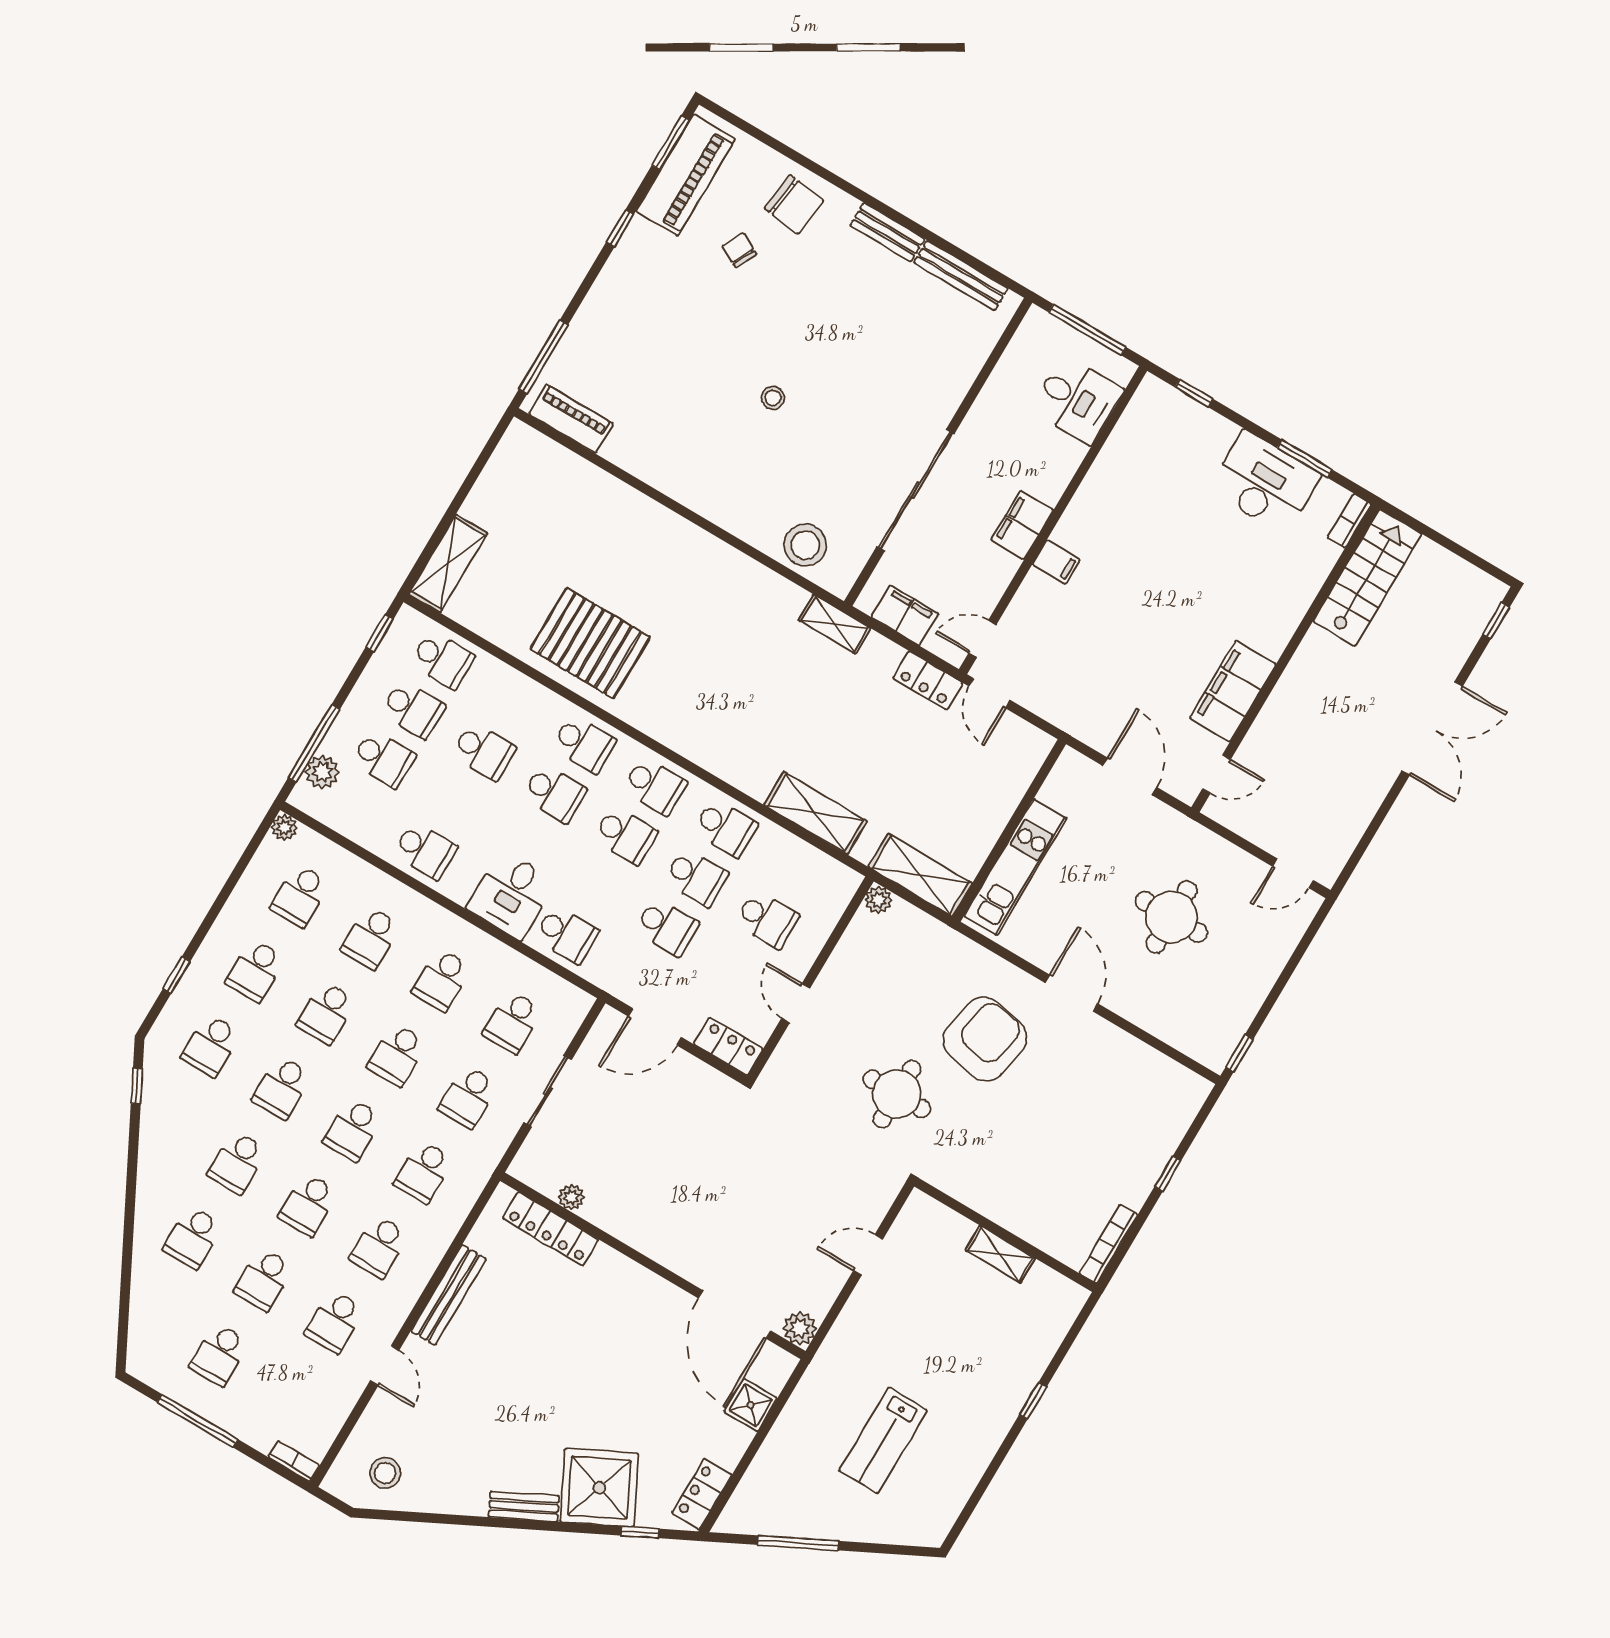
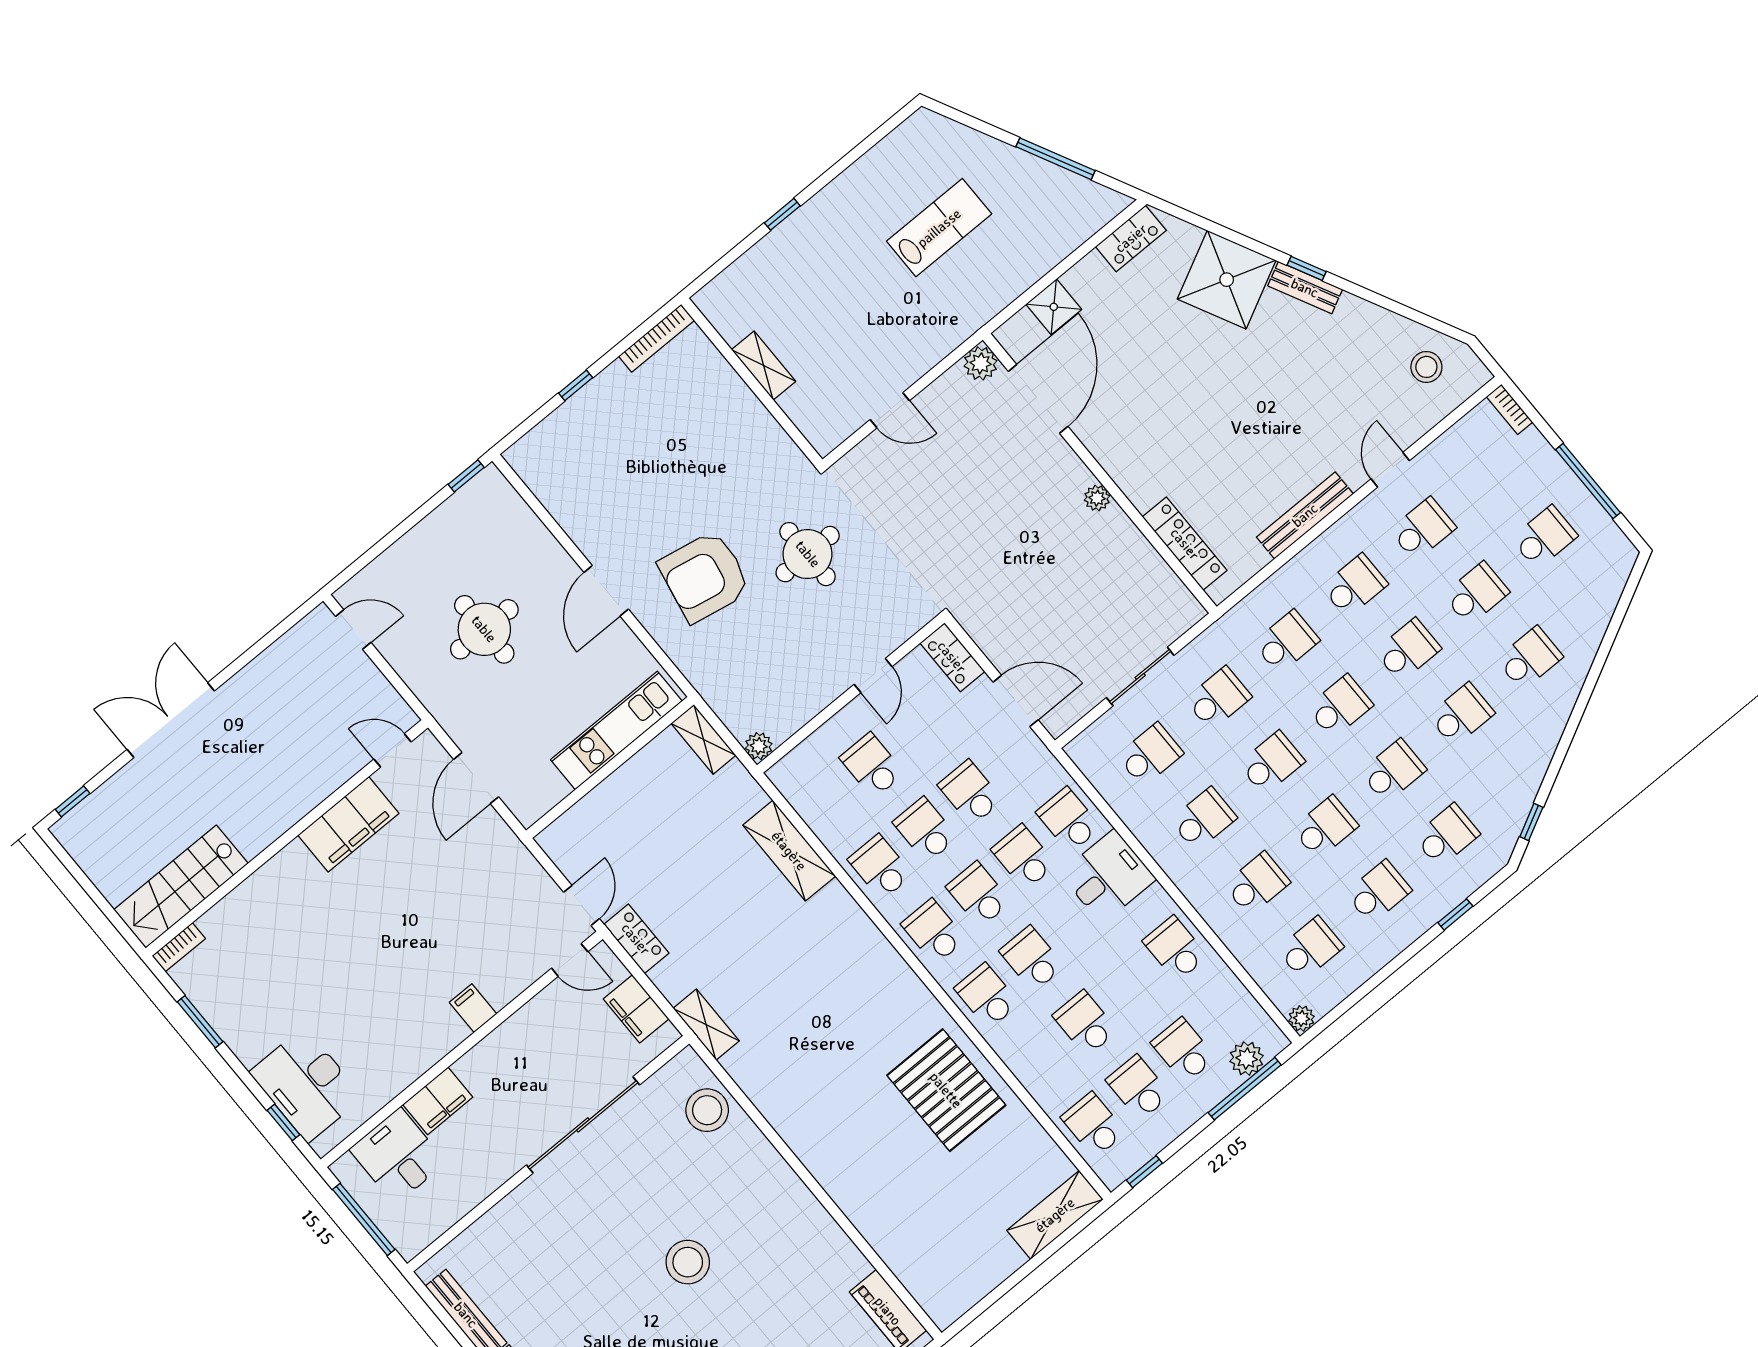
stool: (773, 398) -> (688, 1262), width x1.89, depth x1.89
desk: (1265, 483) -> (306, 1085), moved
filing cabinet: (1022, 525) -> (438, 1101), moved
shelving: (920, 875) -> (703, 739), width x0.67, depth x0.75
school desk: (596, 885) -> (1024, 857), added
plant: (571, 1197) -> (1097, 498), moved
window: (640, 1532) -> (1307, 268), moved

